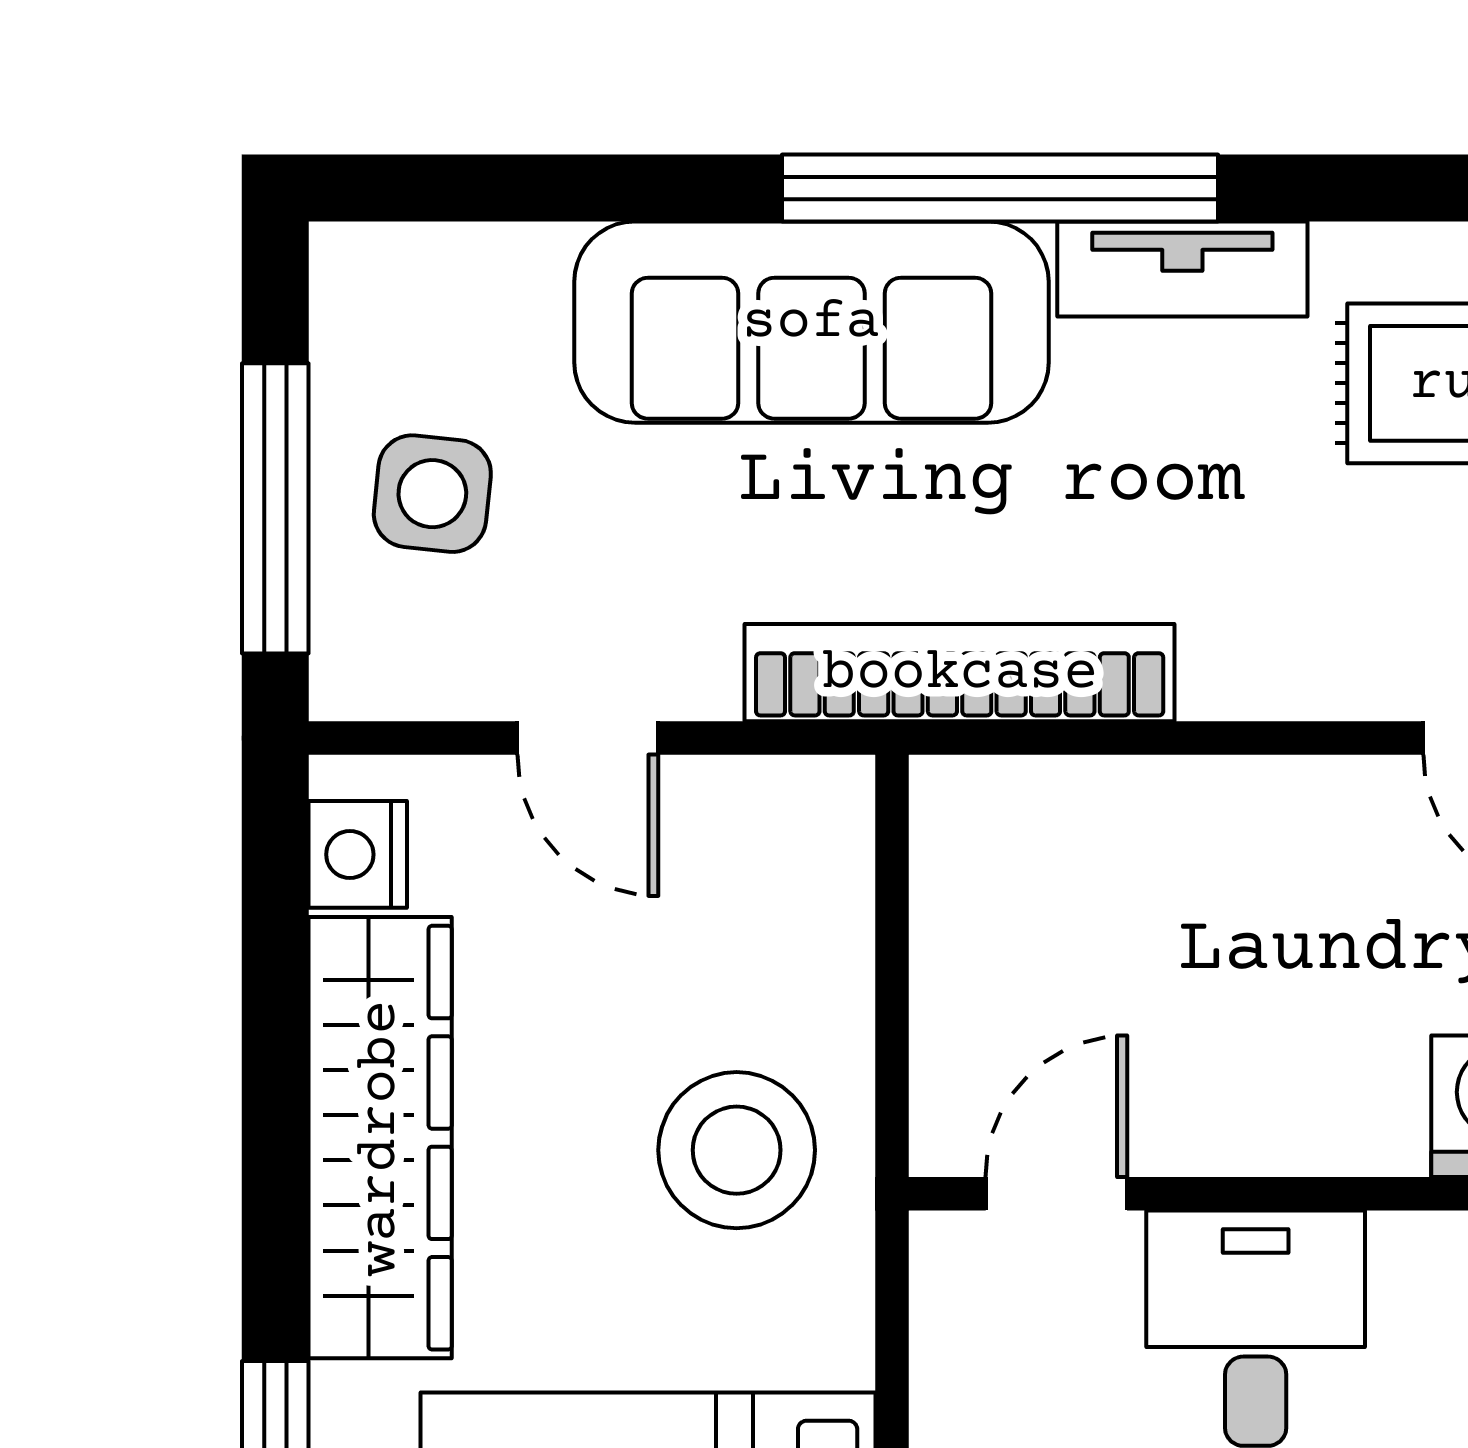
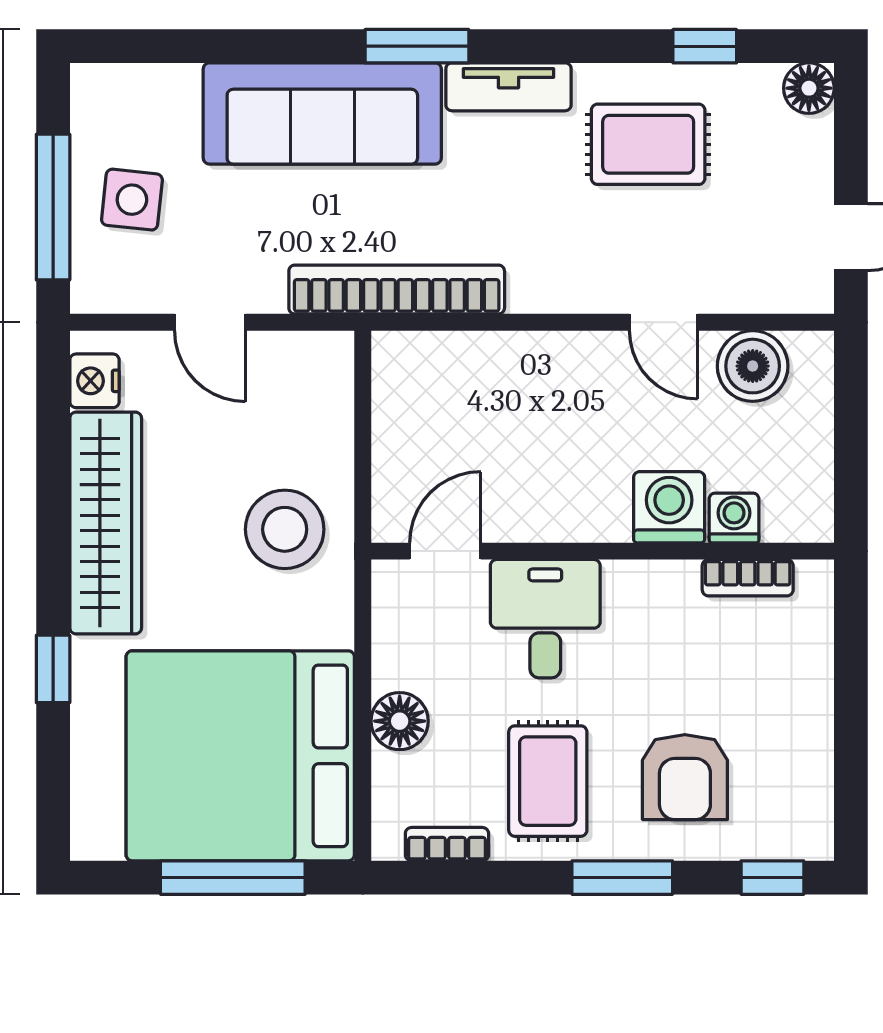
window: (1000, 188) -> (417, 46), width x0.47

